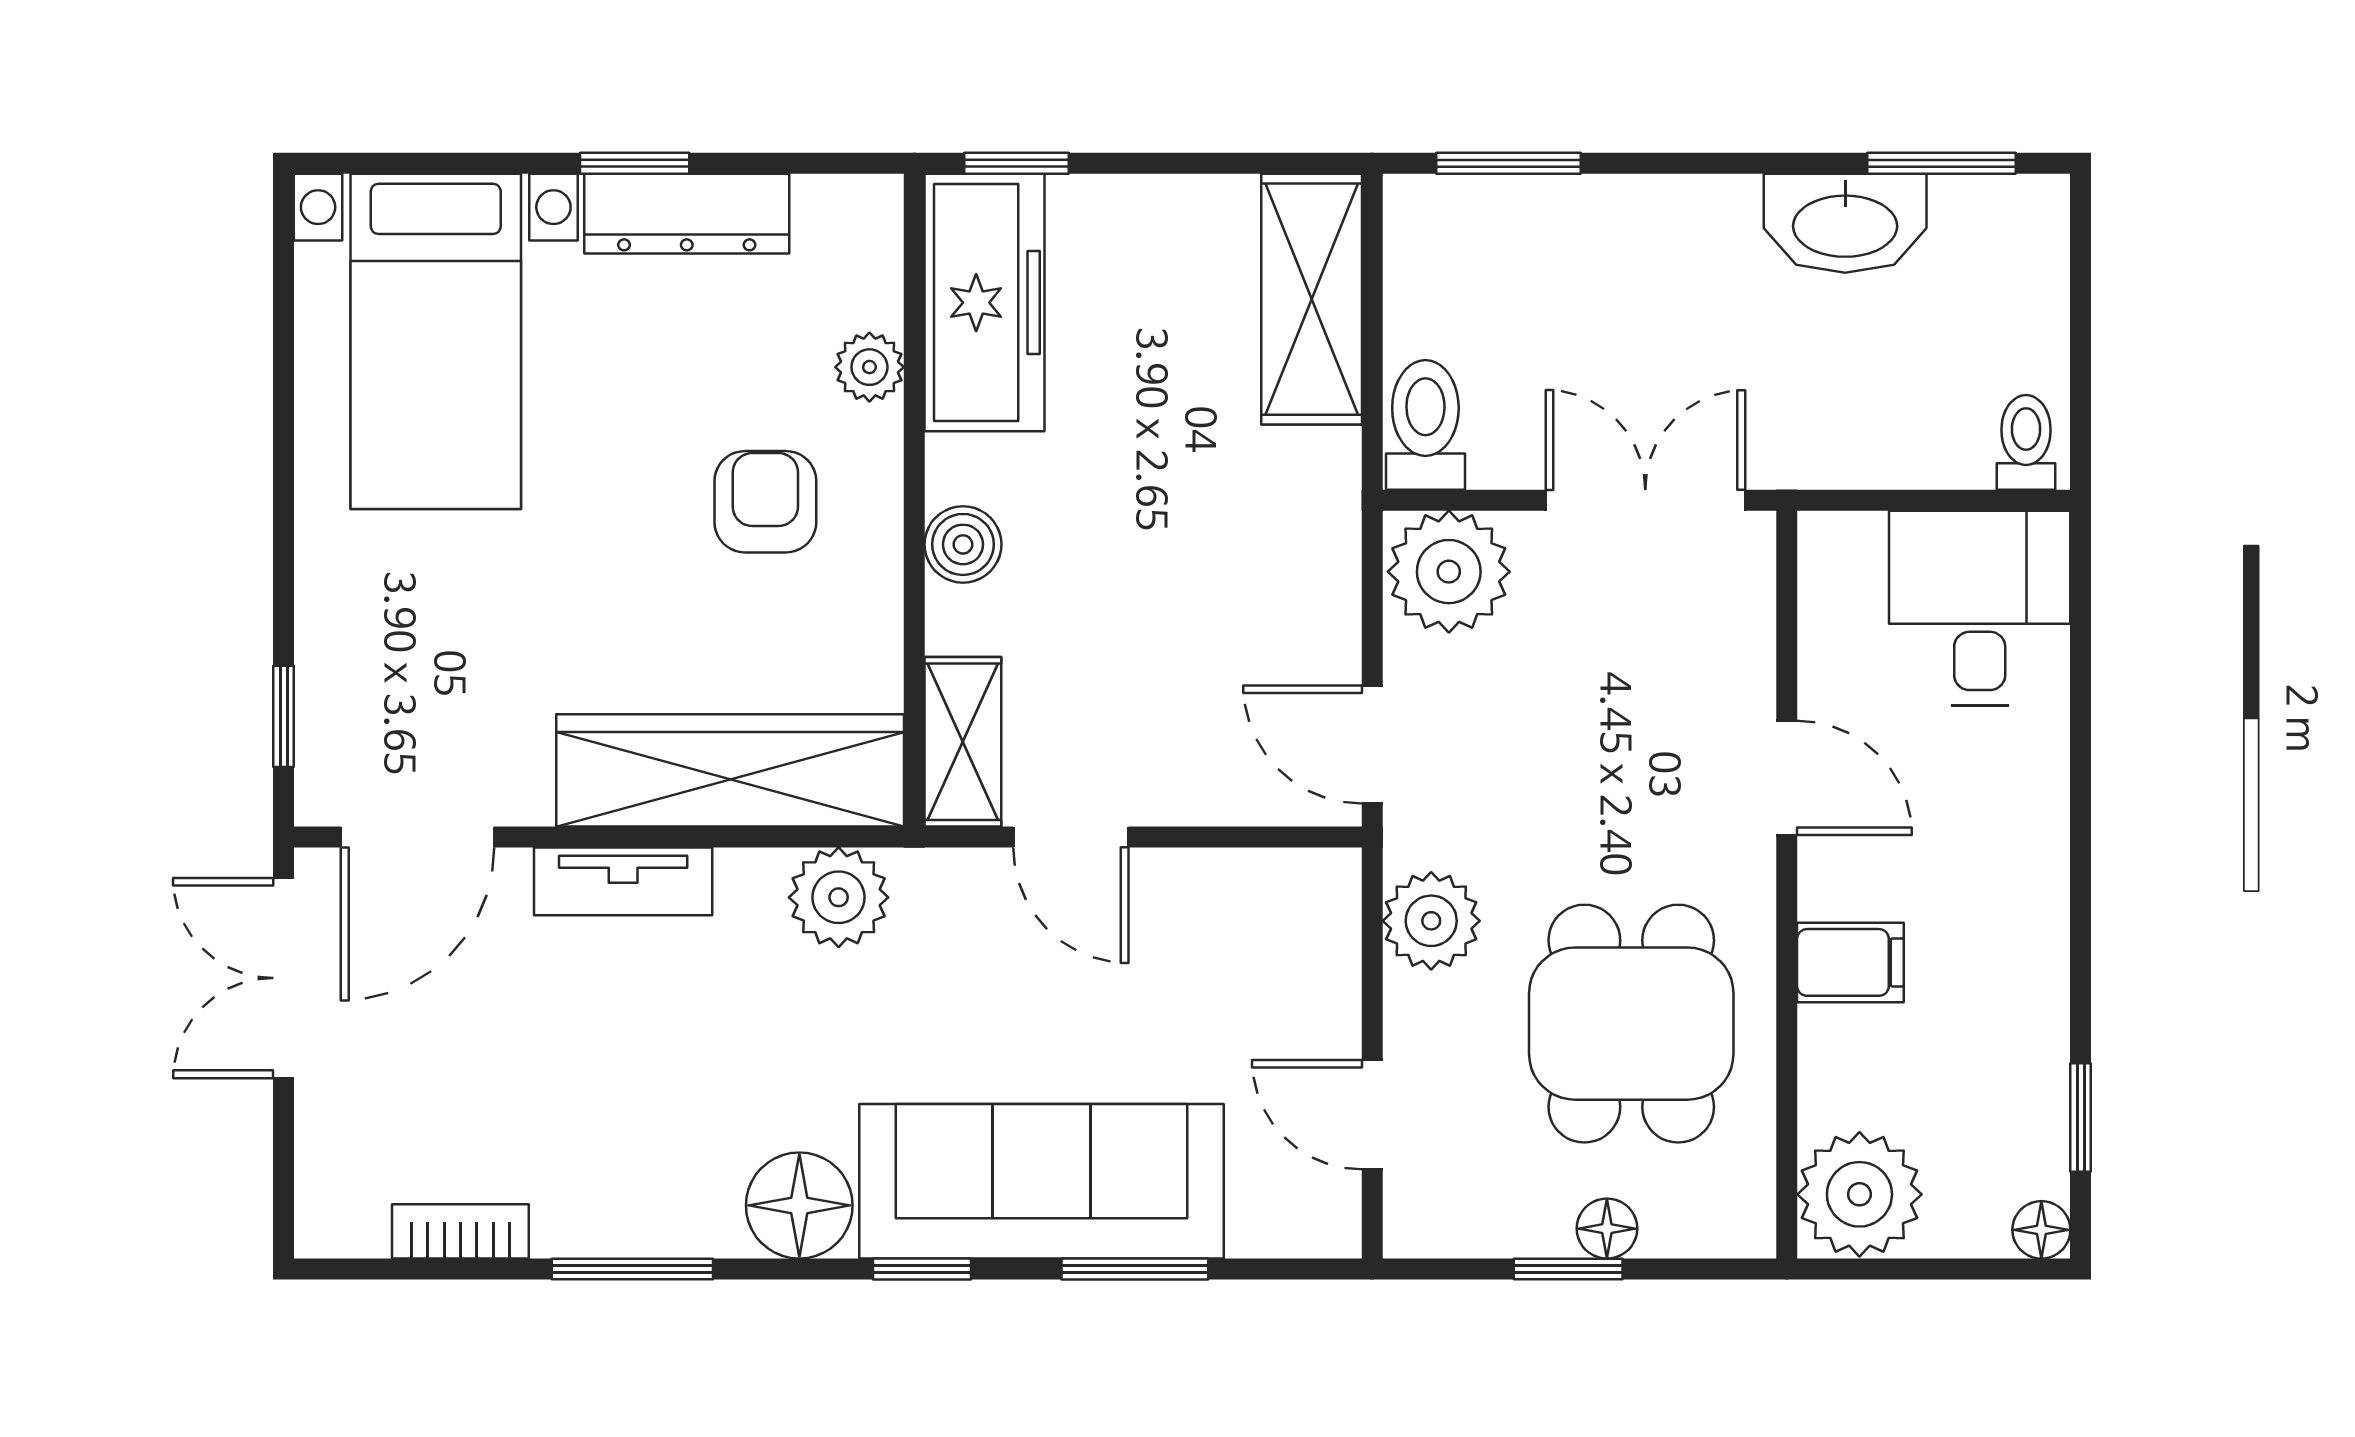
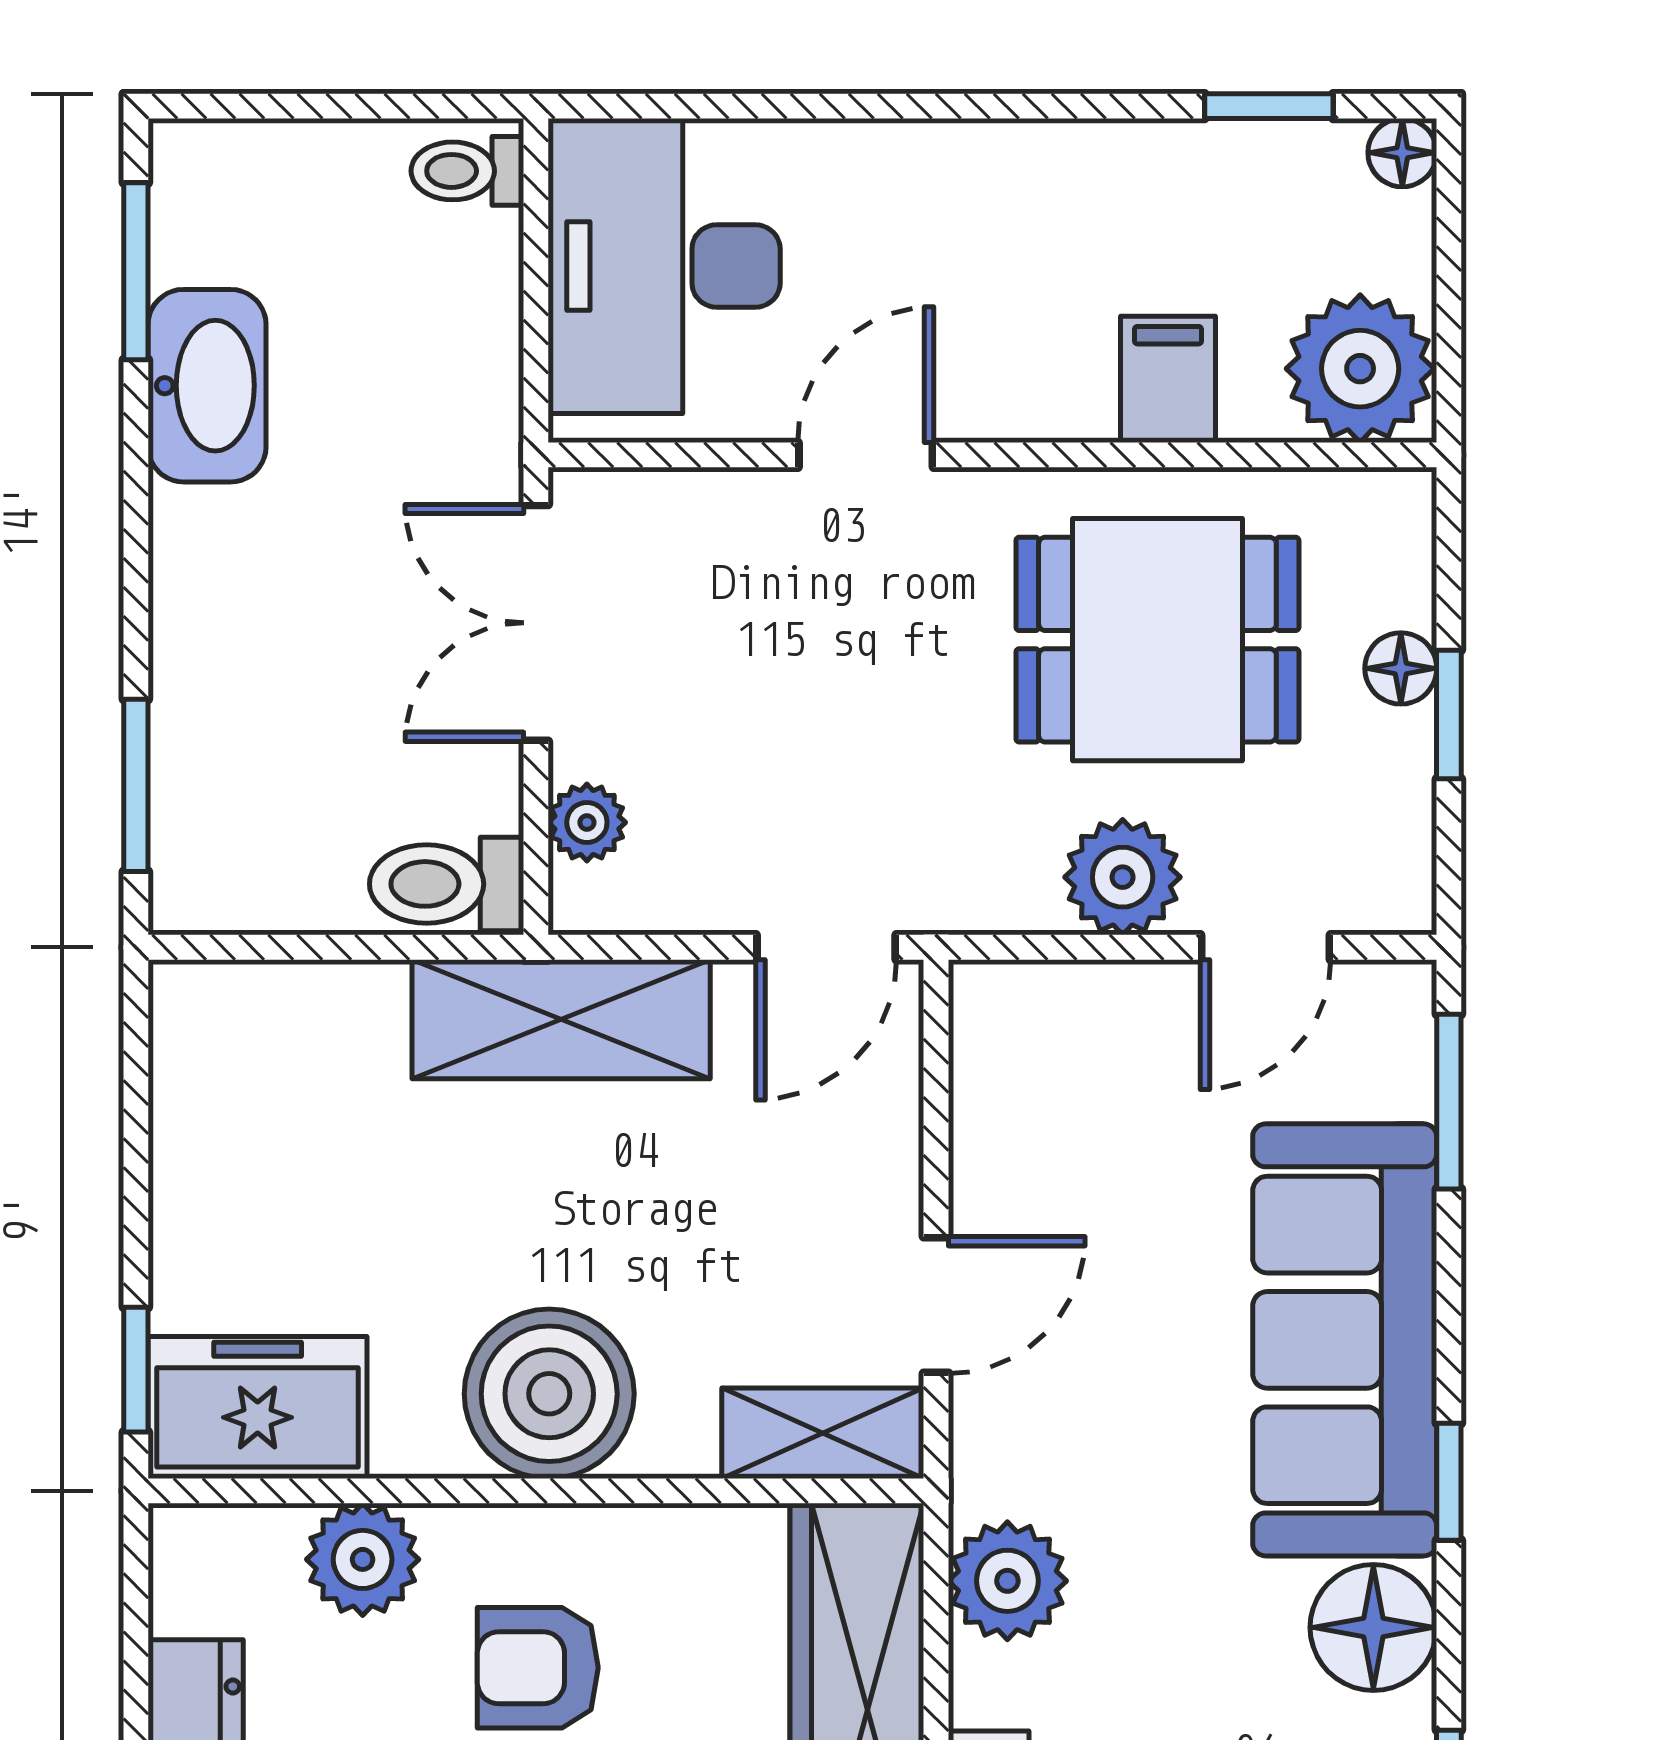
shelving: (1312, 299) -> (561, 1019), moved
freezer: (984, 303) -> (258, 1408), width x0.71
plant: (869, 367) -> (363, 1559), width x1.38, depth x1.38
boiler: (963, 544) -> (549, 1394), width x1.86, depth x1.86
plant: (1449, 572) -> (587, 822), width x0.53, depth x0.53
desk: (1980, 608) -> (664, 266), width x1.37
plant: (1431, 921) -> (1123, 877), moved
filing cabinet: (1850, 962) -> (1168, 379), moved
window: (1135, 1269) -> (1449, 1102), moved

